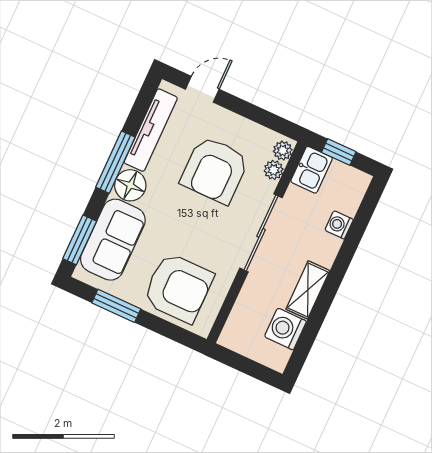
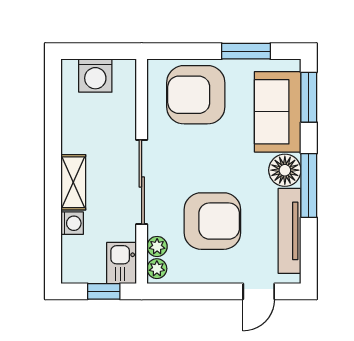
armchair: (215, 170) -> (212, 221), turned 90
shelving: (308, 290) -> (73, 182), moved
washing machine: (285, 329) -> (95, 76), moved, turned 90

